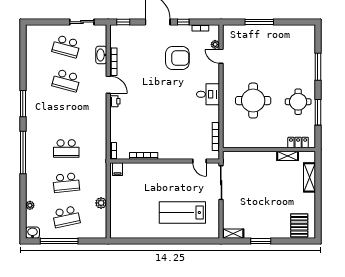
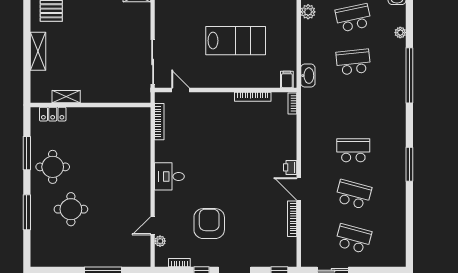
washbasin: (101, 55) -> (308, 76), moved
door: (221, 56) -> (153, 226), swing flipped
armchair: (177, 58) -> (209, 224), turned 90
round table: (253, 101) -> (71, 209), moved, width x0.73, depth x0.73
school desk: (66, 149) -> (353, 150), moved
window: (23, 152) -> (409, 75), moved
shelving: (309, 177) -> (38, 51), moved
plant: (101, 203) -> (308, 12), moved
lab bench: (182, 213) -> (236, 41), moved

